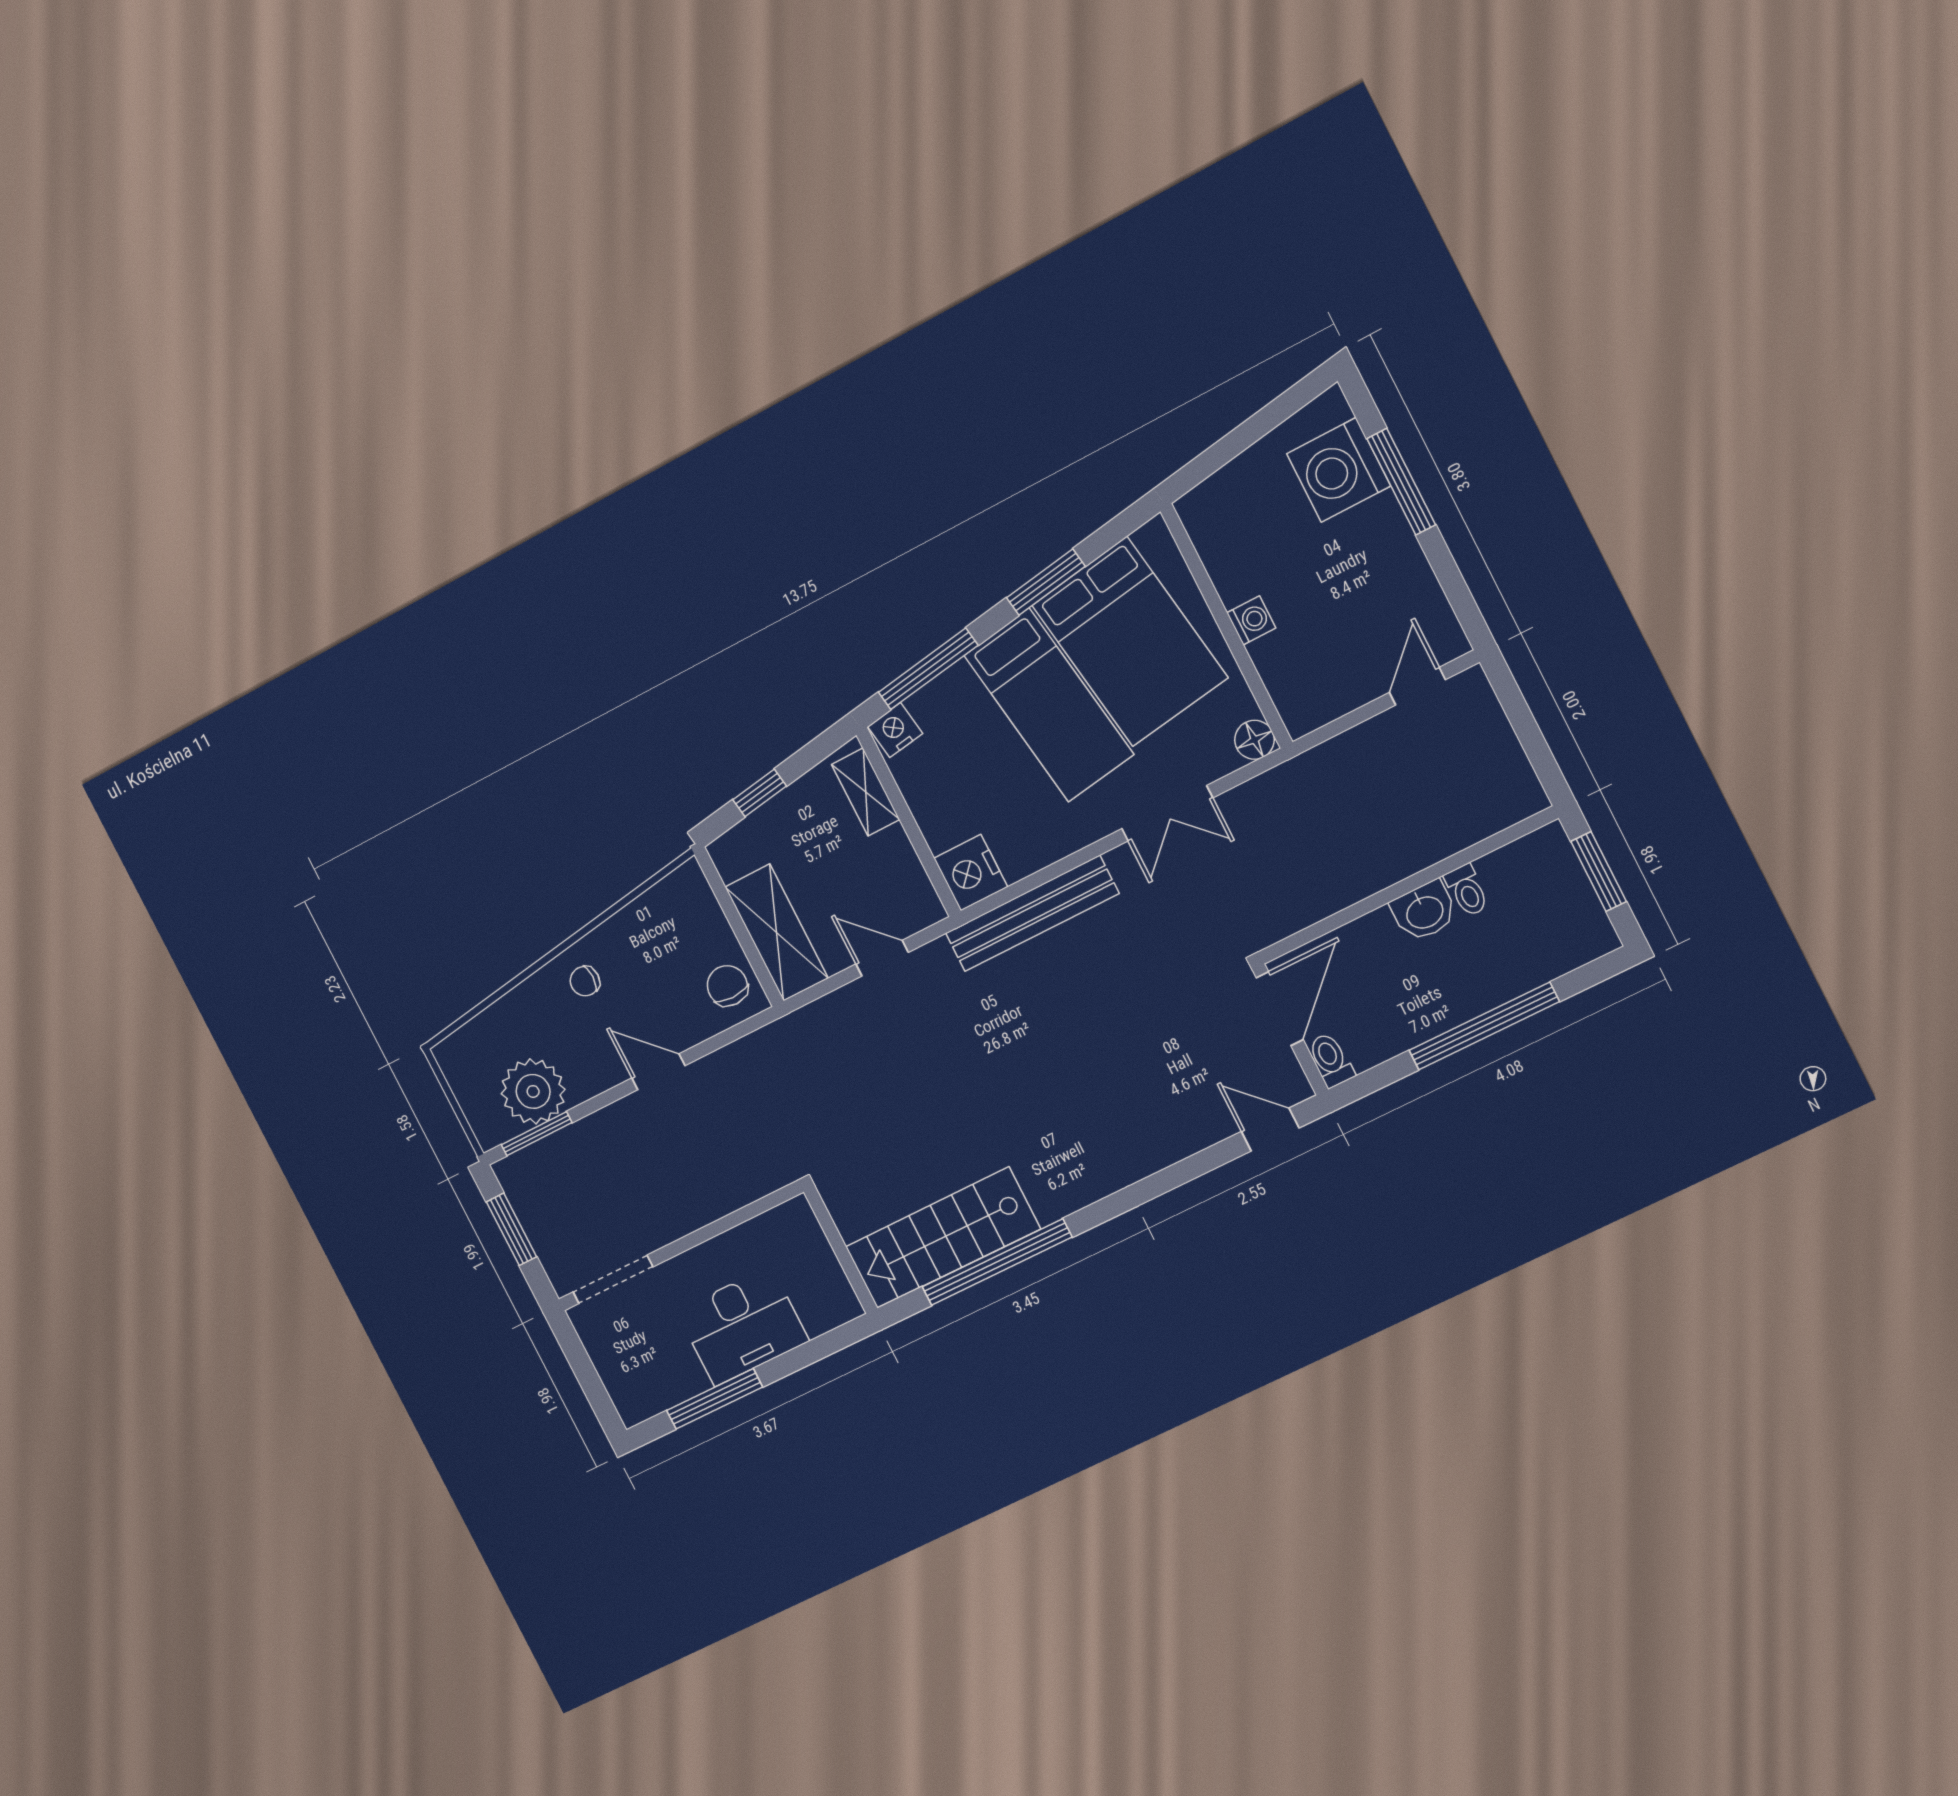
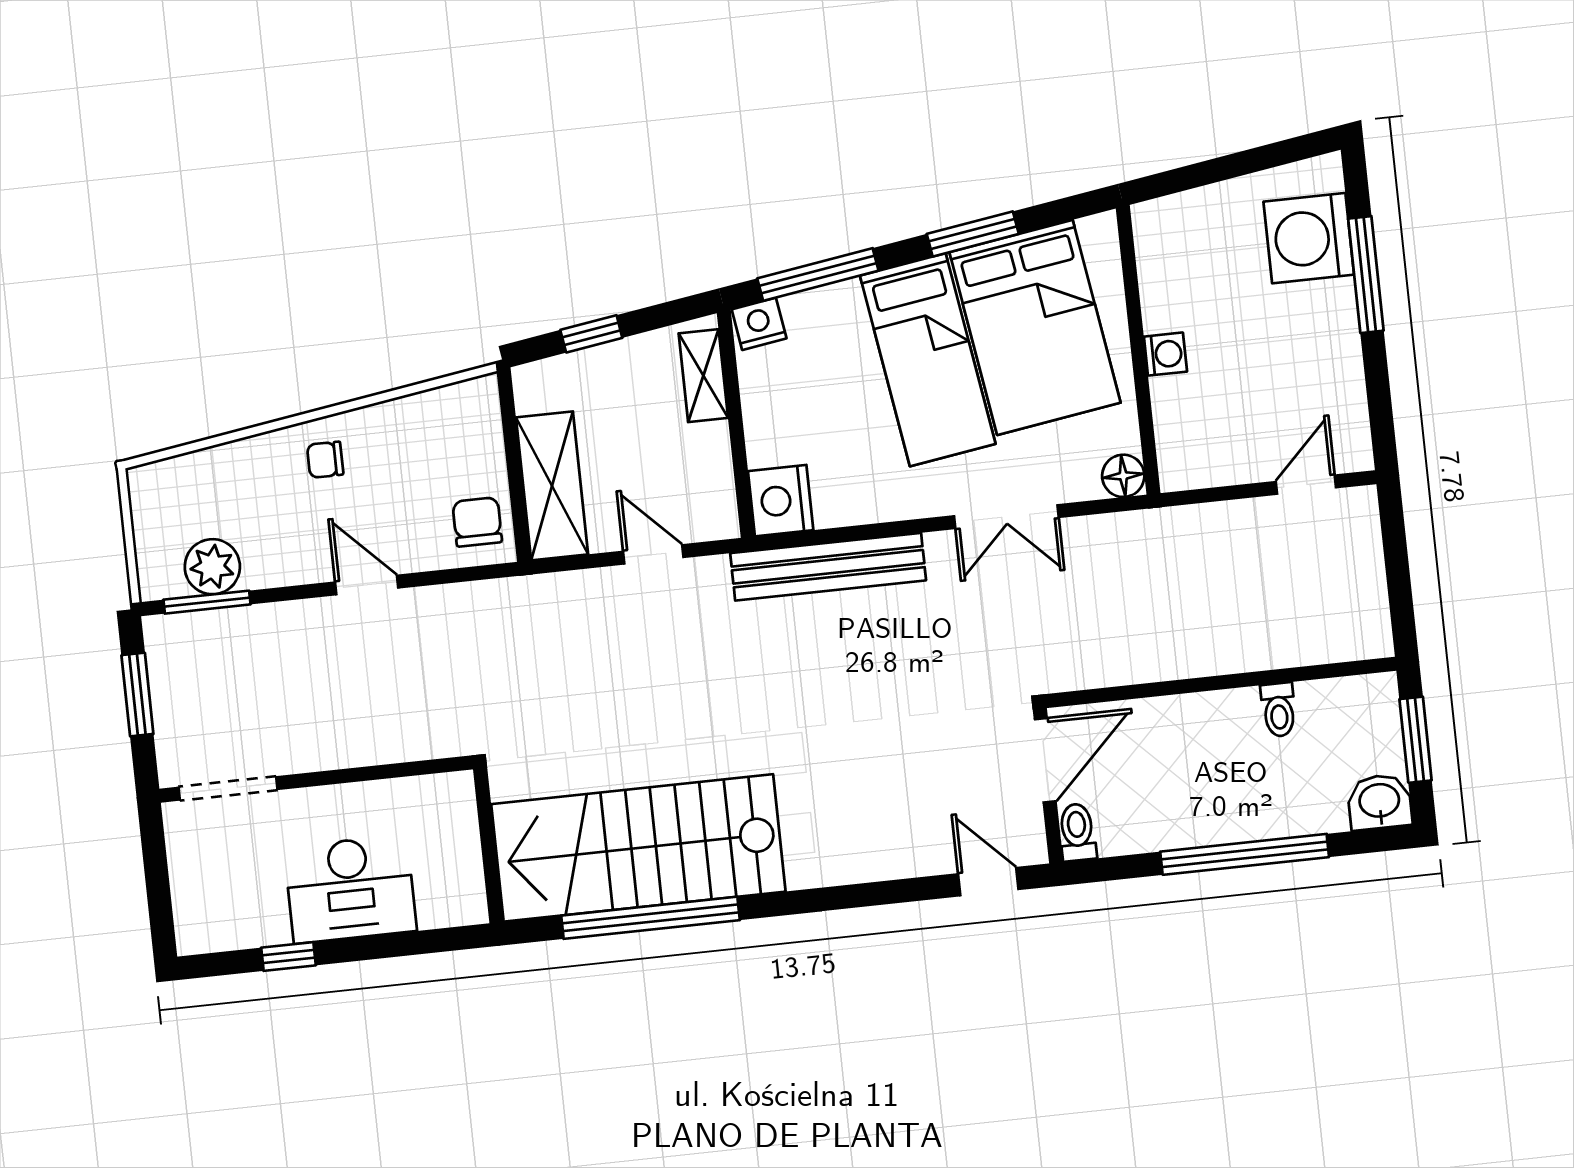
washbasin: (1424, 911) -> (1379, 802), moved, turned 180
plant: (533, 1091) -> (212, 567), width x0.73, depth x0.73
stairs: (943, 1238) -> (638, 848), width x1.36, depth x1.51
window: (715, 1399) -> (288, 957), width x0.46

